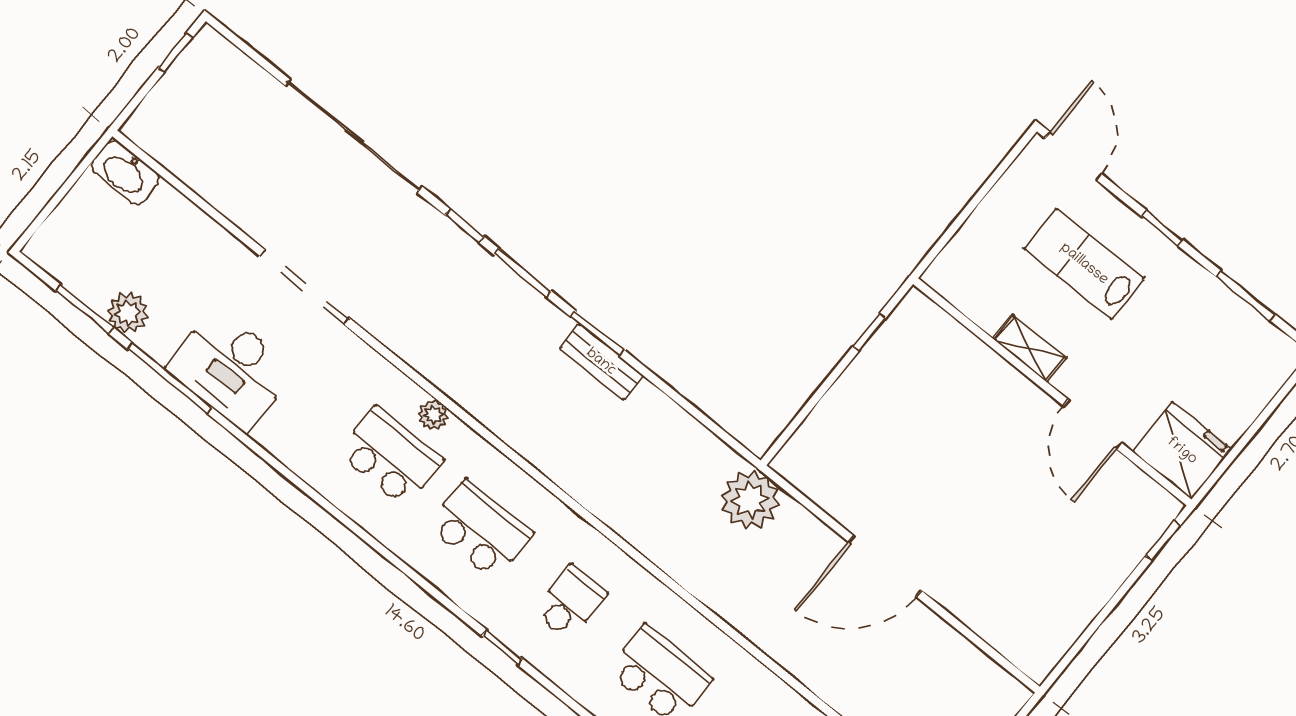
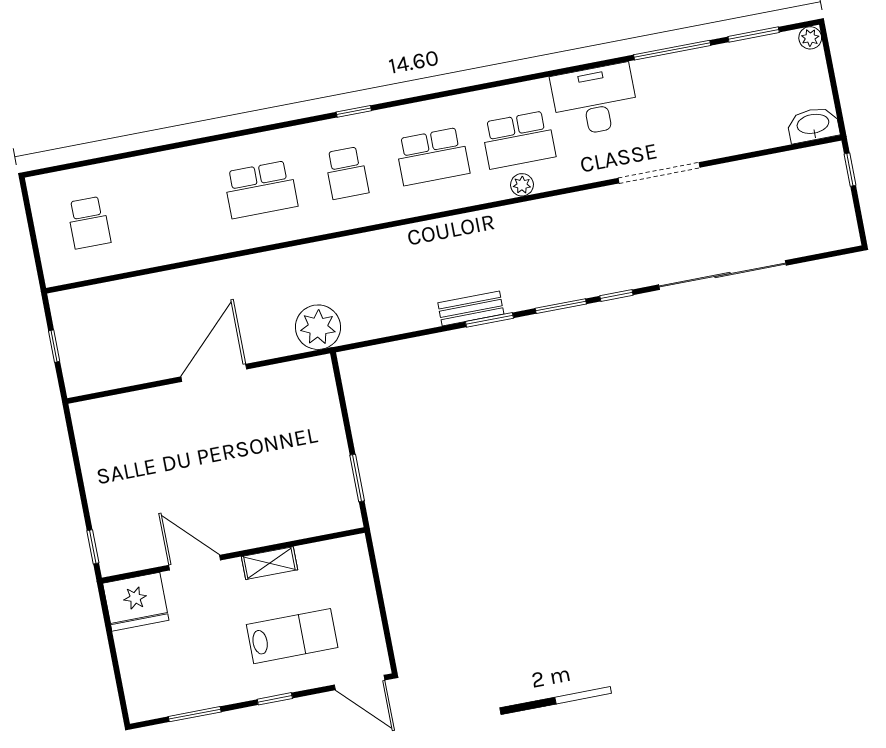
window: (175, 53) -> (850, 170), moved
plant: (128, 313) -> (810, 38), moved, width x0.73, depth x0.73
window: (869, 332) -> (357, 478), width x1.50
desk: (231, 369) -> (595, 100), moved

